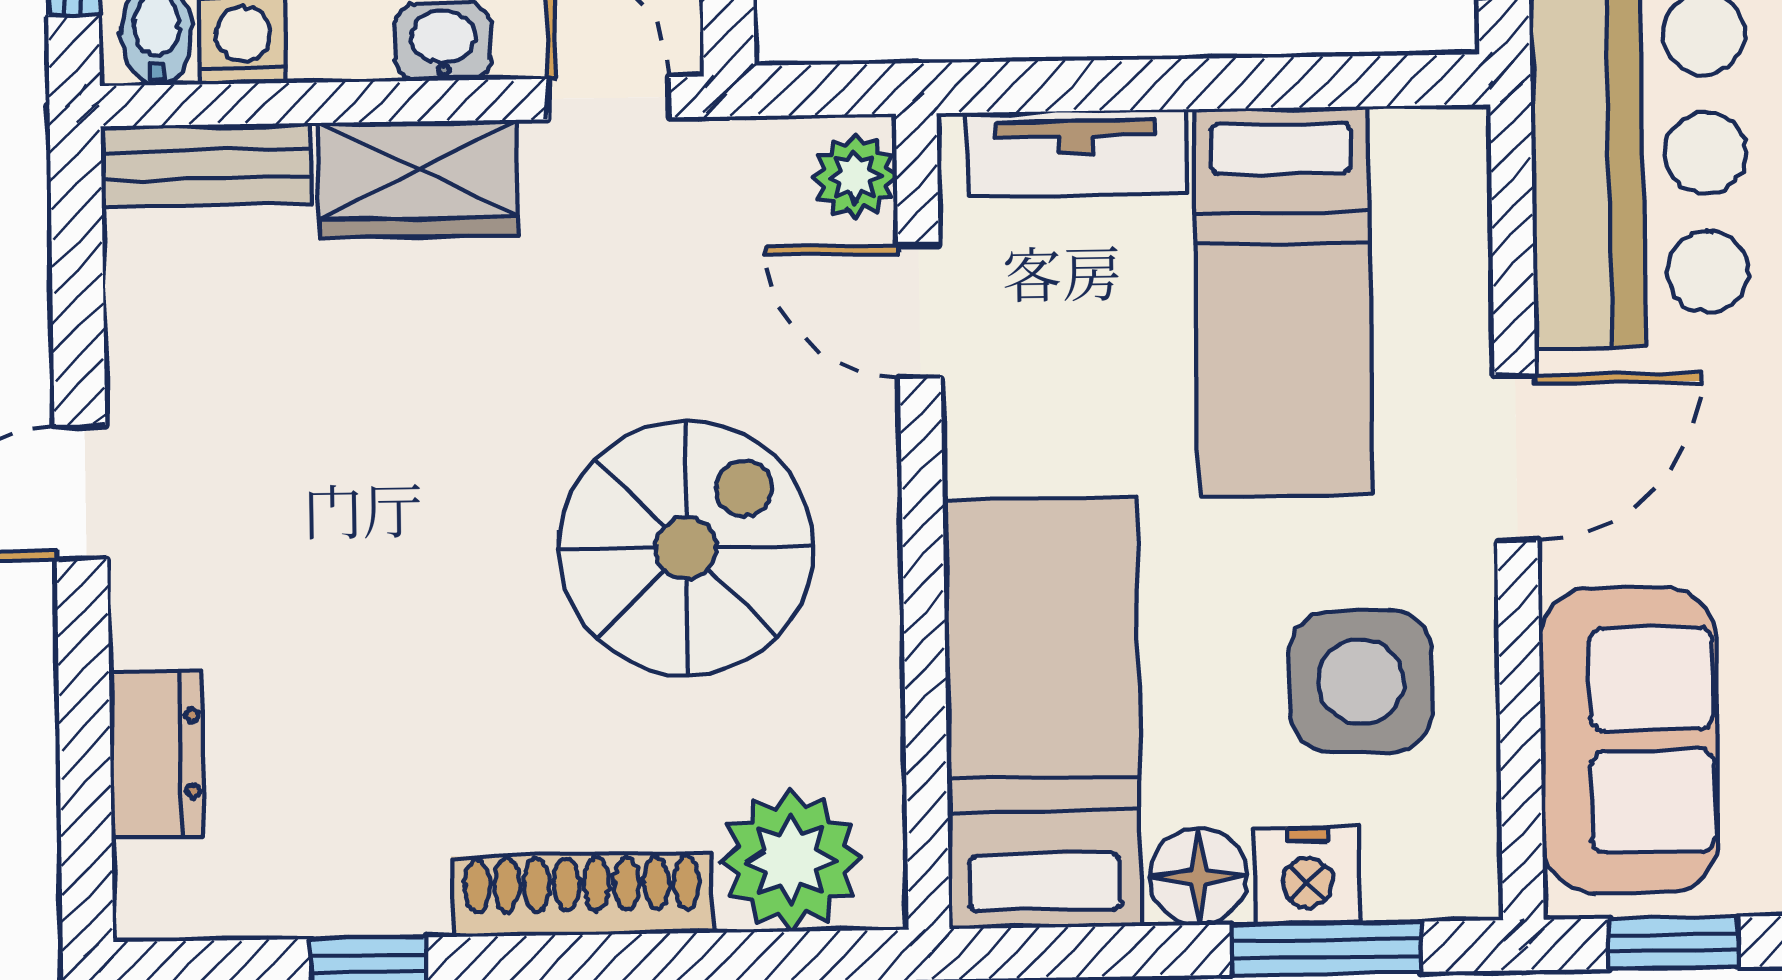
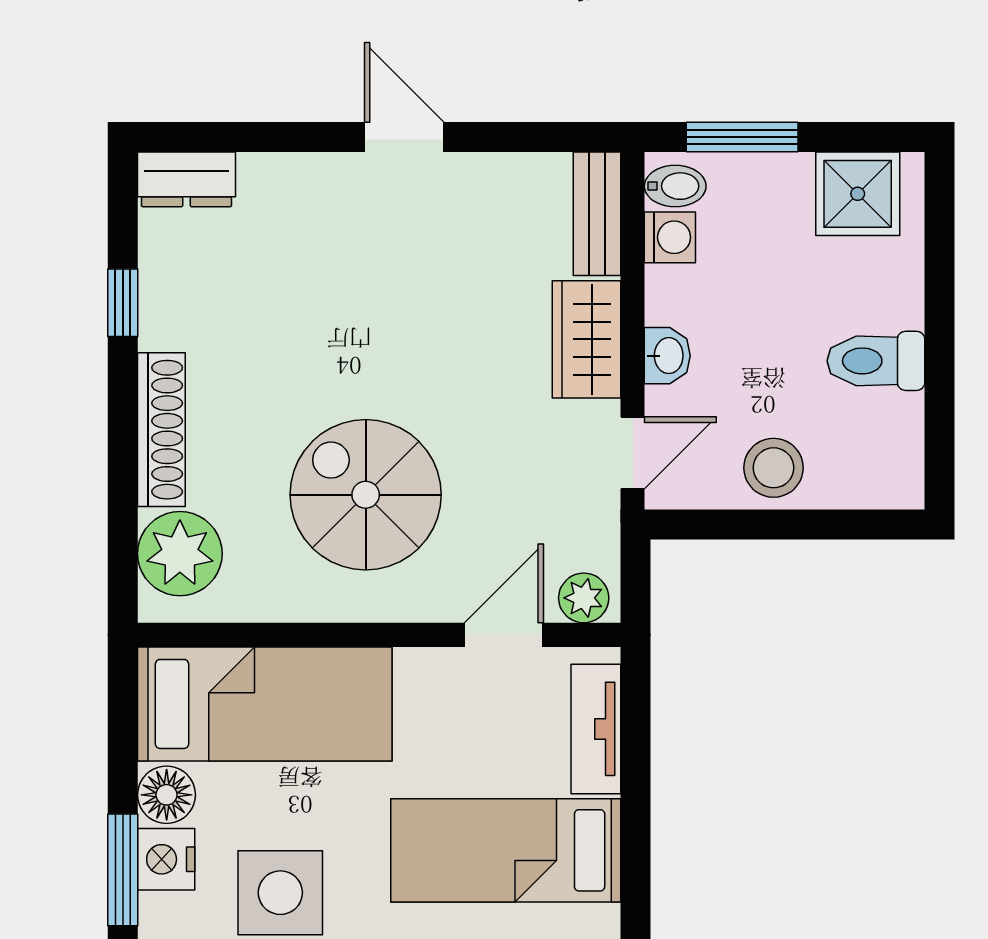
spiral stairs: (686, 548) -> (366, 495), turned 180
dresser: (157, 754) -> (186, 179), moved

